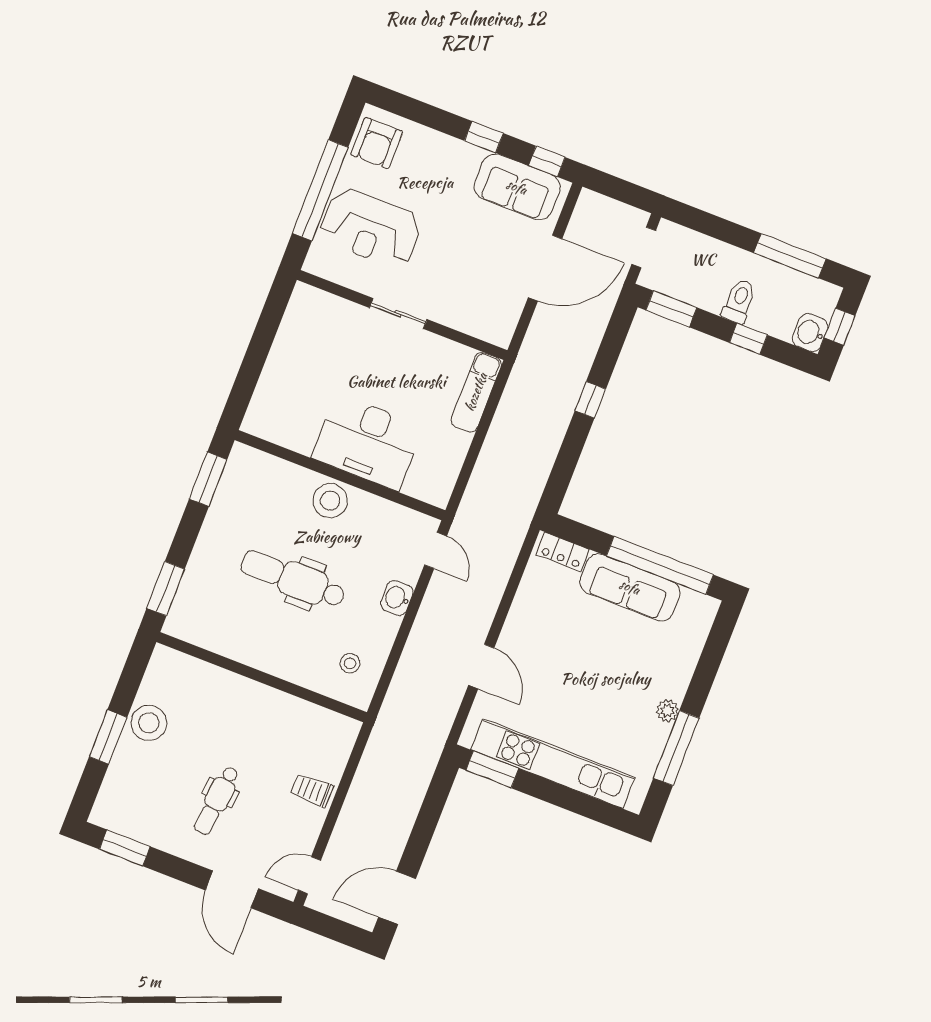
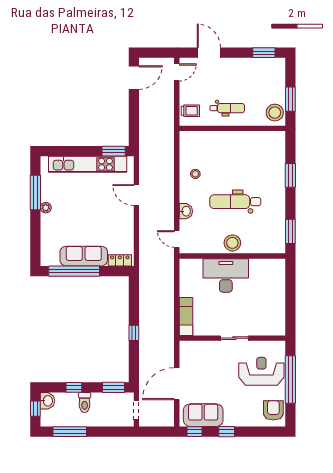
dental chair: (293, 579) -> (235, 202), turned 180
wall: (262, 677) -> (232, 128), moved
dental chair: (216, 801) -> (227, 108), moved, turned 84

